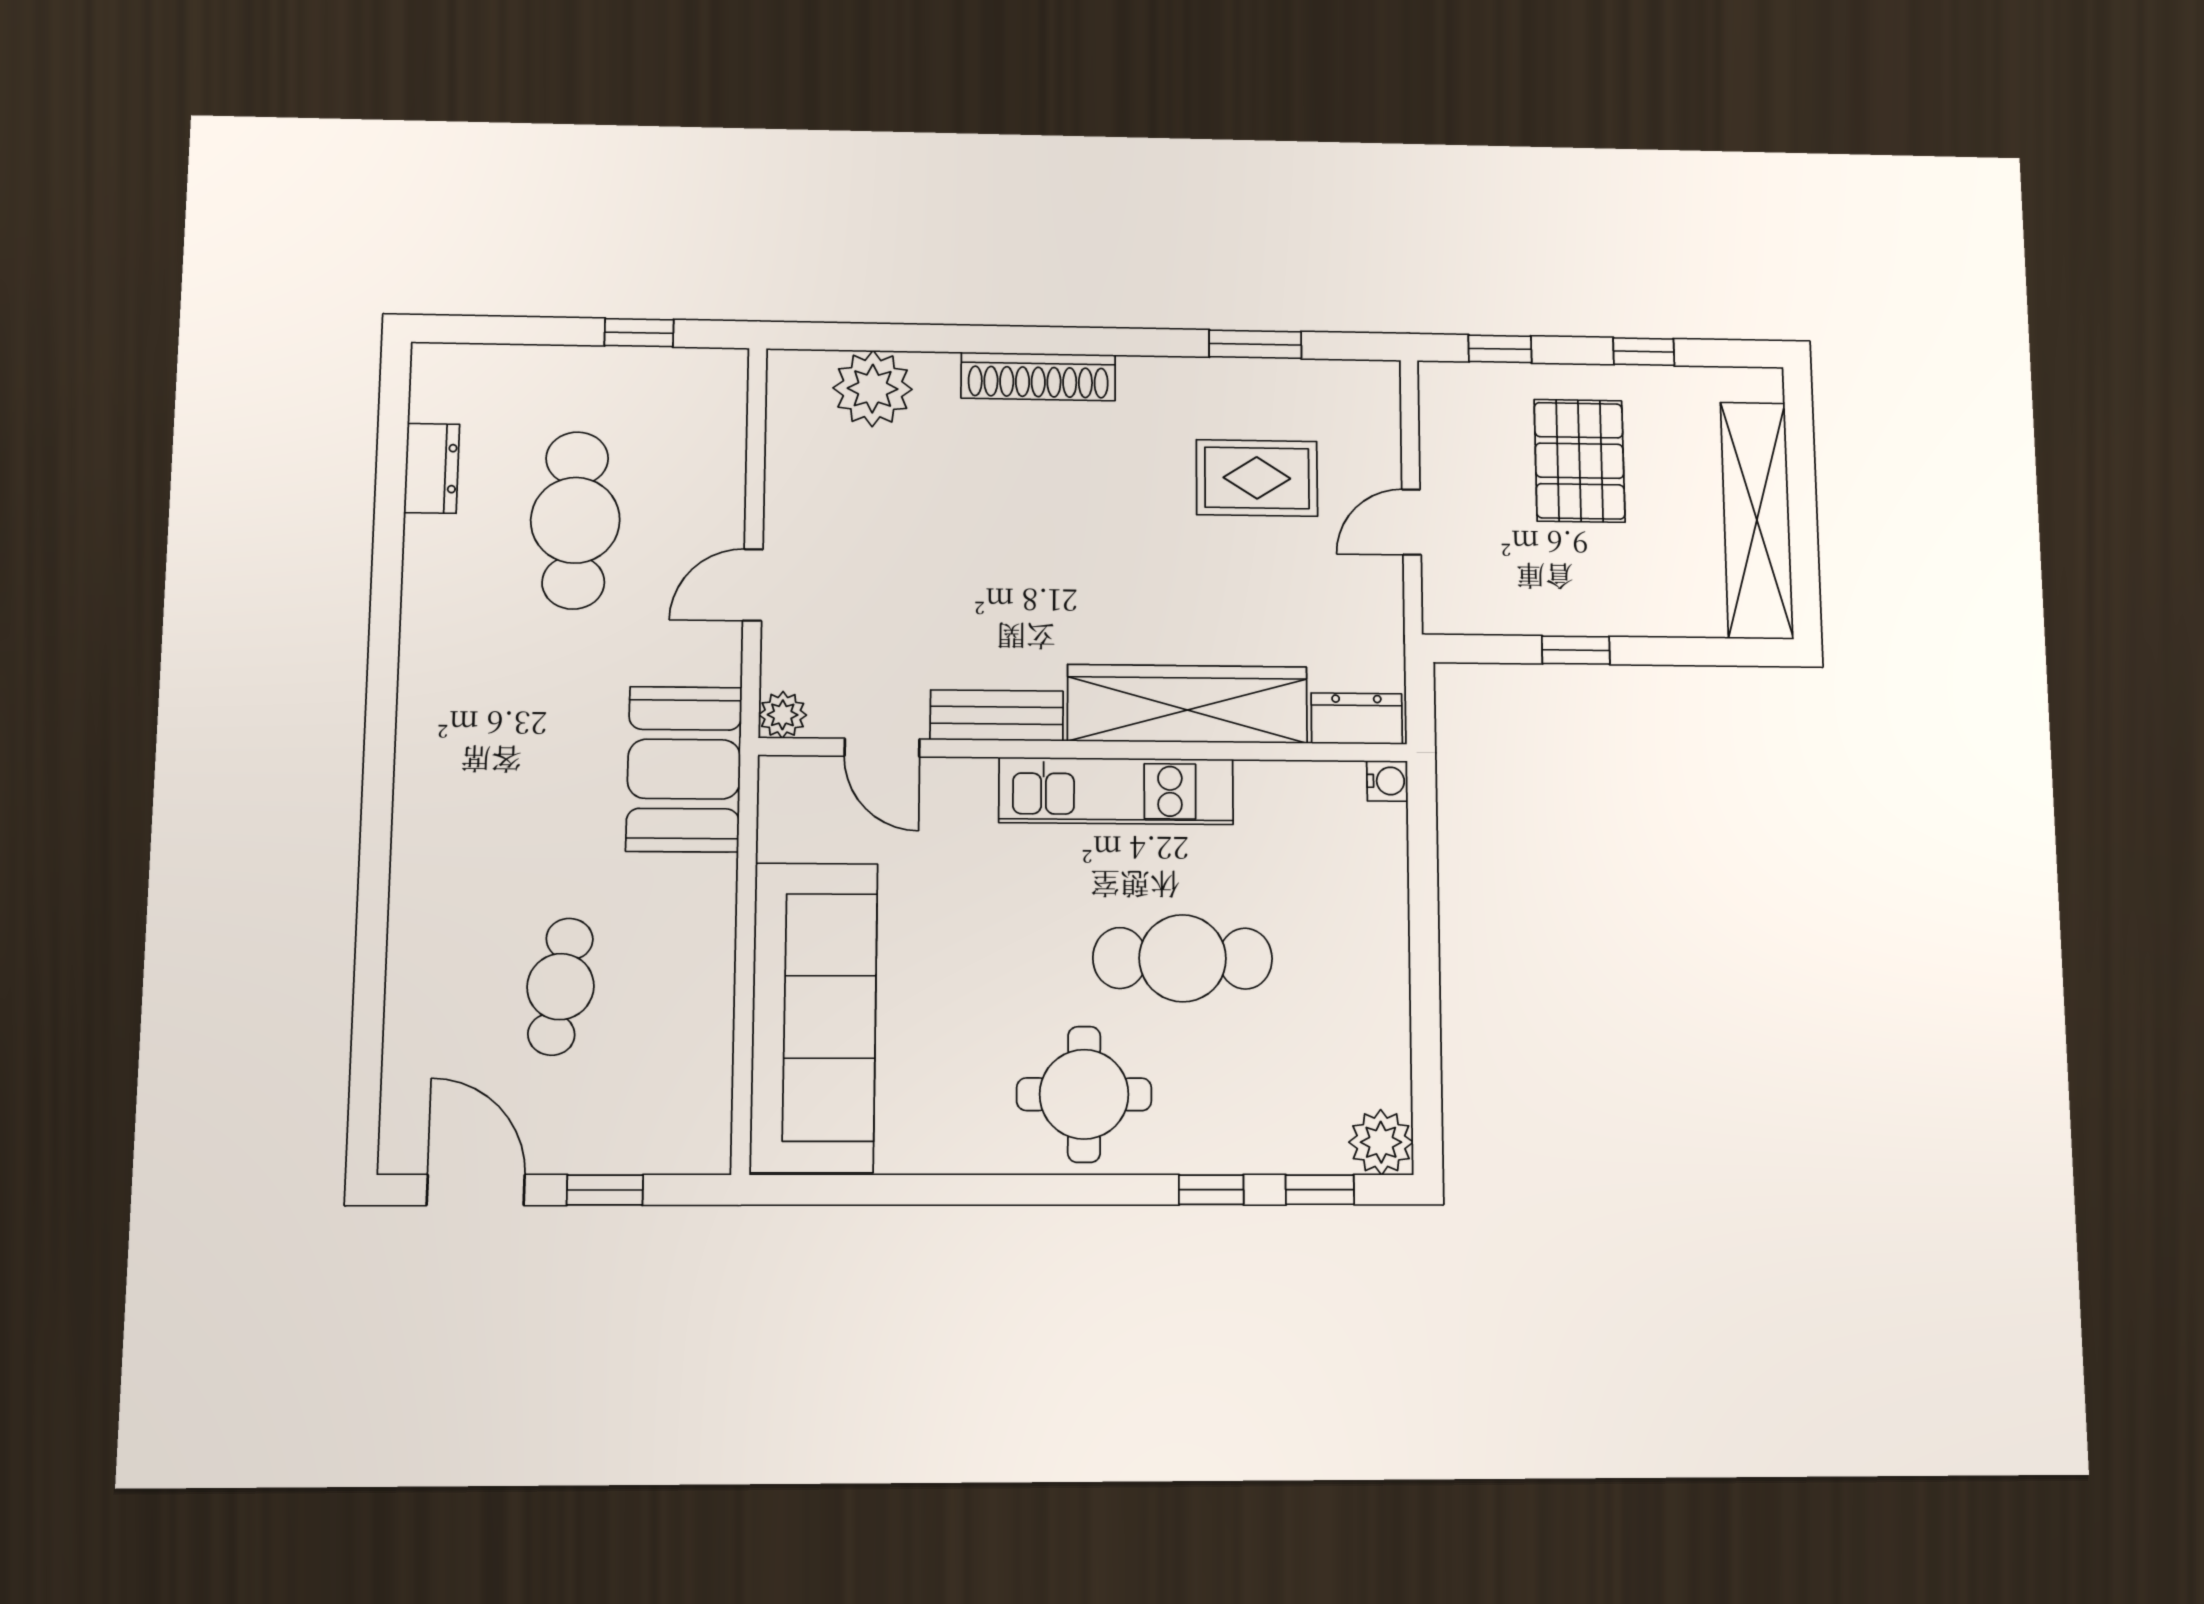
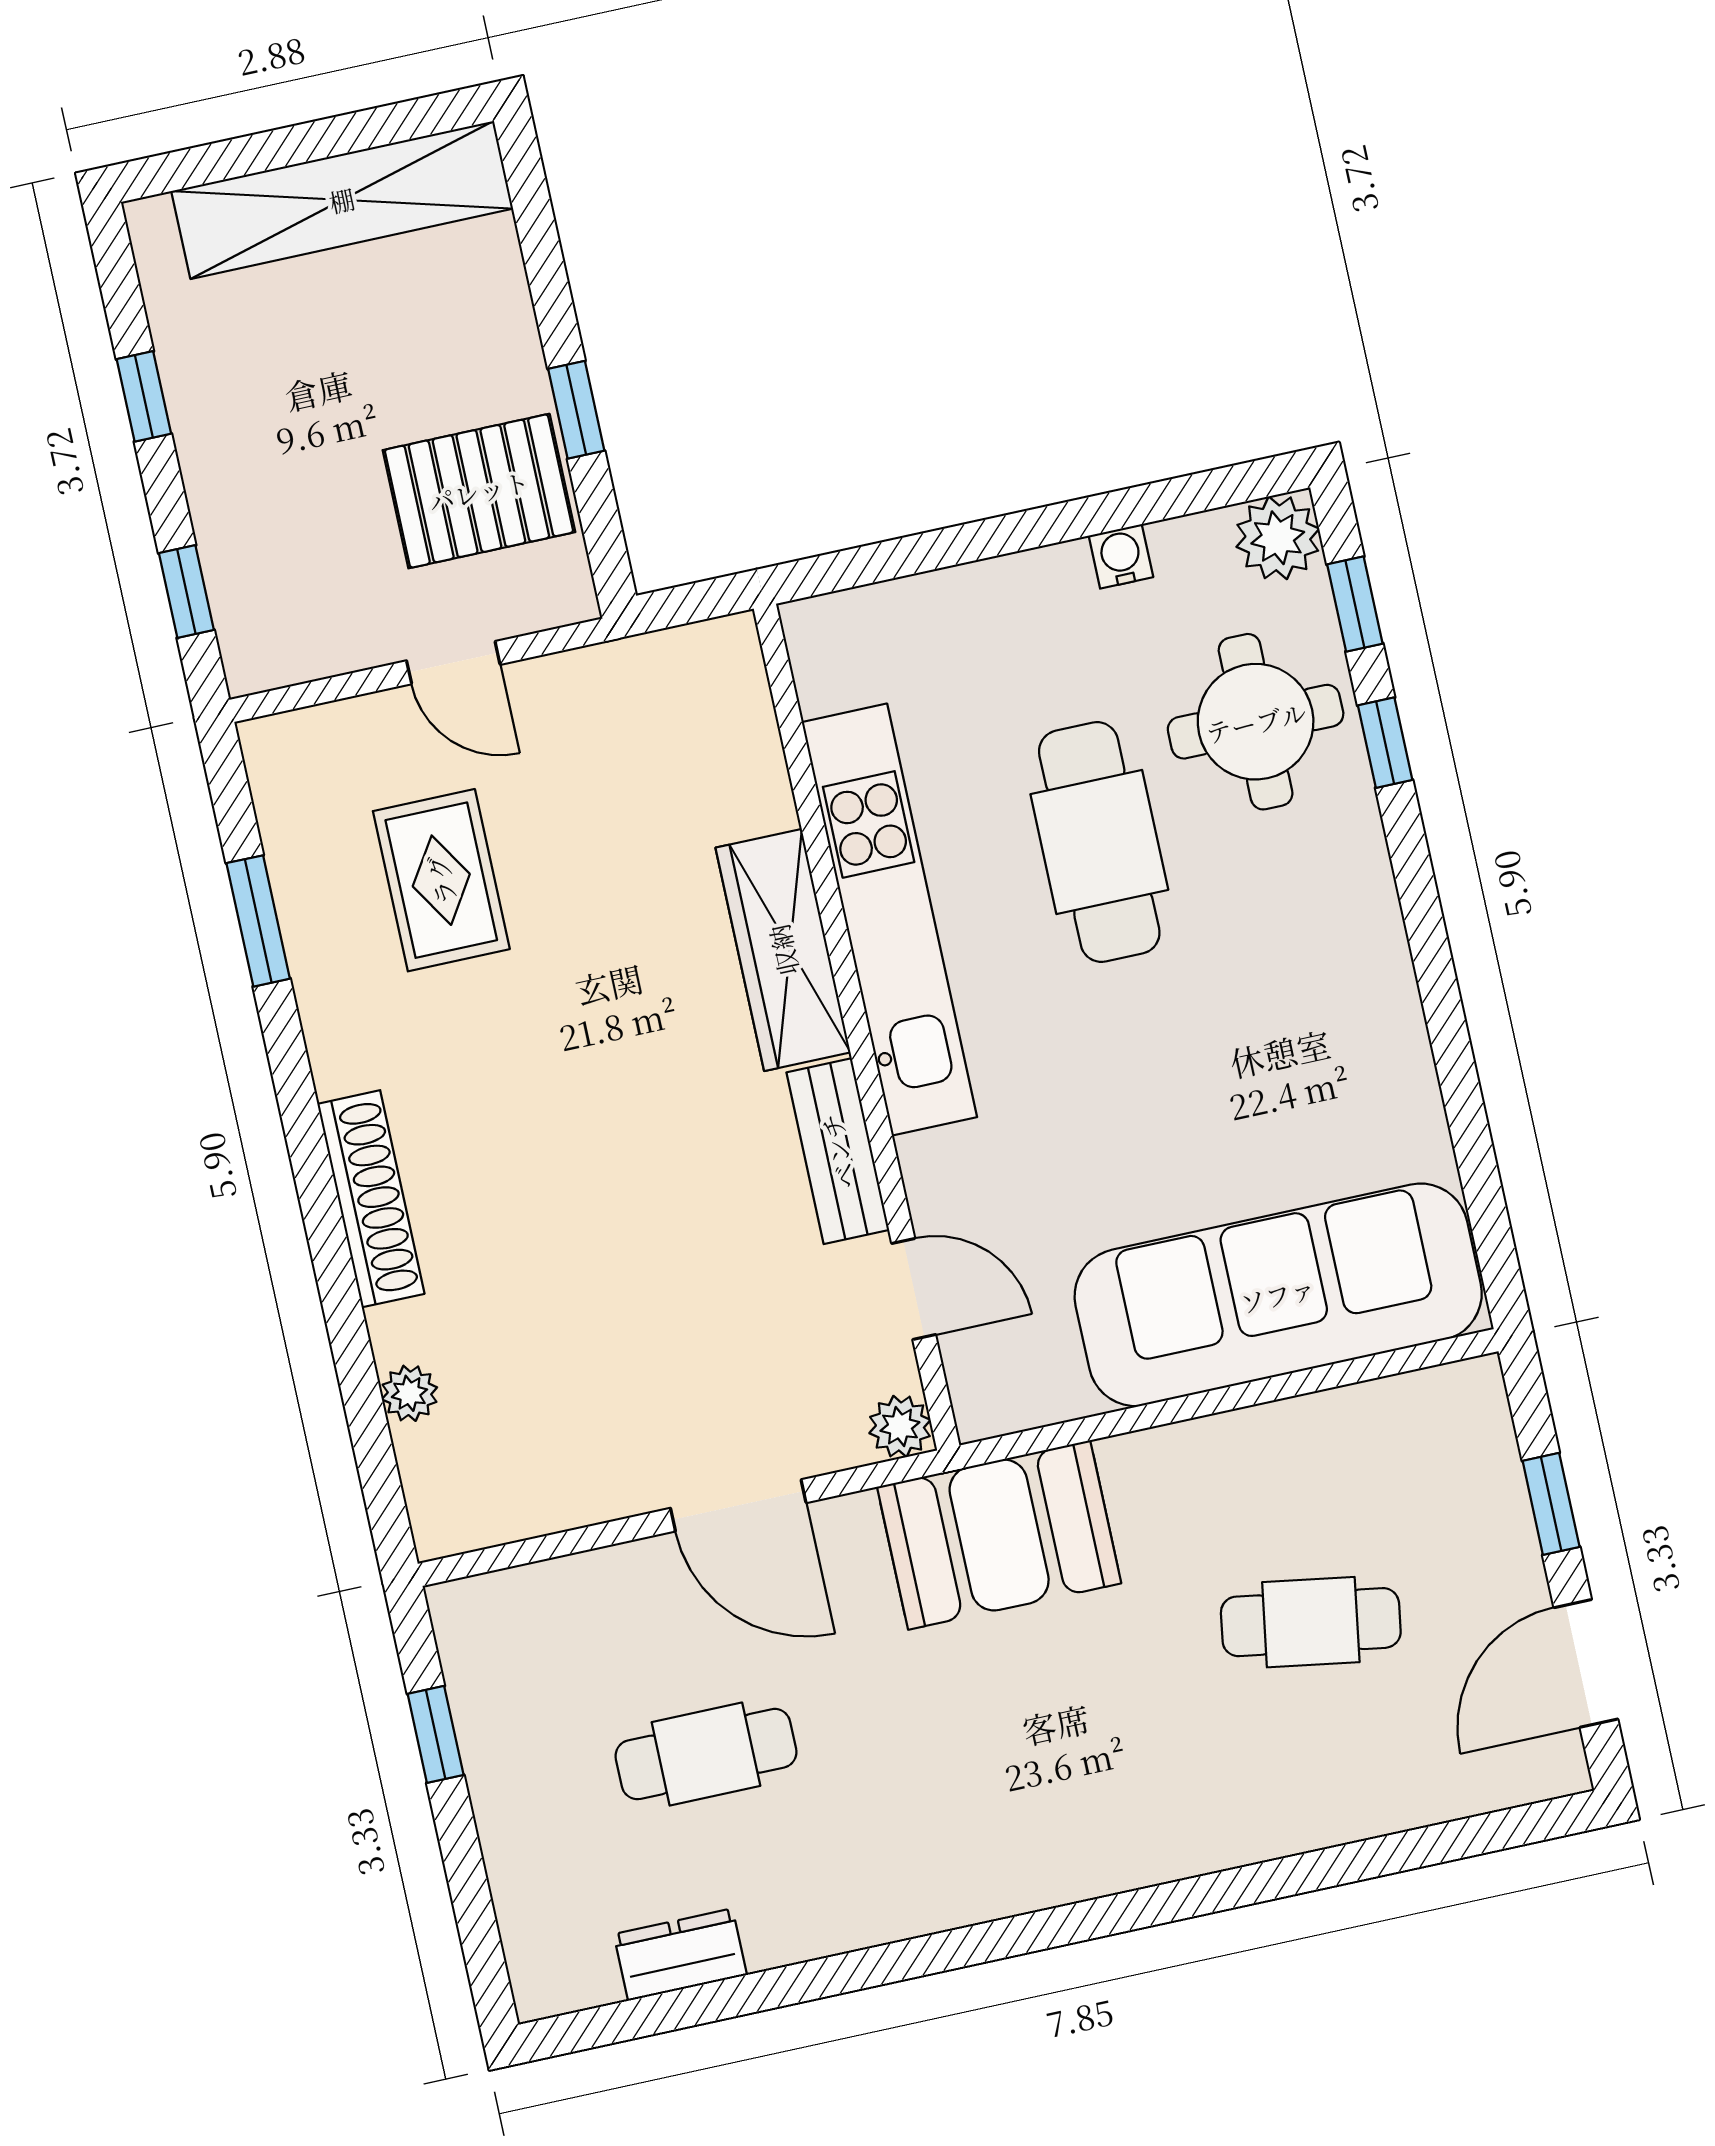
plant: (873, 389) -> (409, 1393), width x0.53, depth x0.53
pallet: (1580, 461) -> (479, 491), moved
cafe table: (575, 520) -> (706, 1754), width x0.73, depth x0.74
door: (753, 585) -> (738, 1505), width x1.38
wardrobe: (1187, 704) -> (783, 950), width x0.71, depth x0.85
dresser: (1357, 719) -> (735, 681), removed
door: (882, 748) -> (914, 1289), hinge flipped
water cooler: (1387, 781) -> (1121, 556), moved
kitchen unit: (1116, 791) -> (889, 920), width x1.36
round table: (1084, 1094) -> (1256, 722), moved

